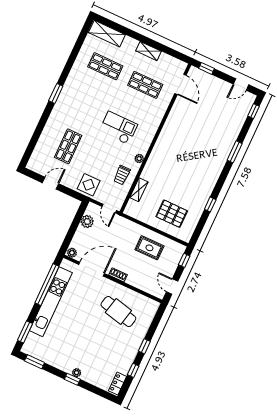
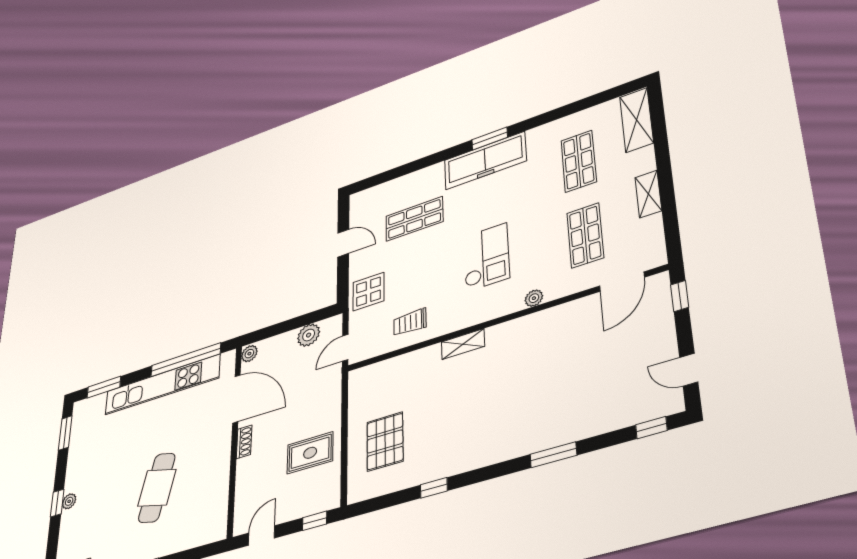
freezer: (66, 102) -> (485, 161), added
plant: (139, 158) -> (534, 298), moved
shelving: (139, 190) -> (463, 344), moved
rug: (149, 248) -> (310, 453), turned 90
cafe table: (118, 312) -> (157, 488), moved

